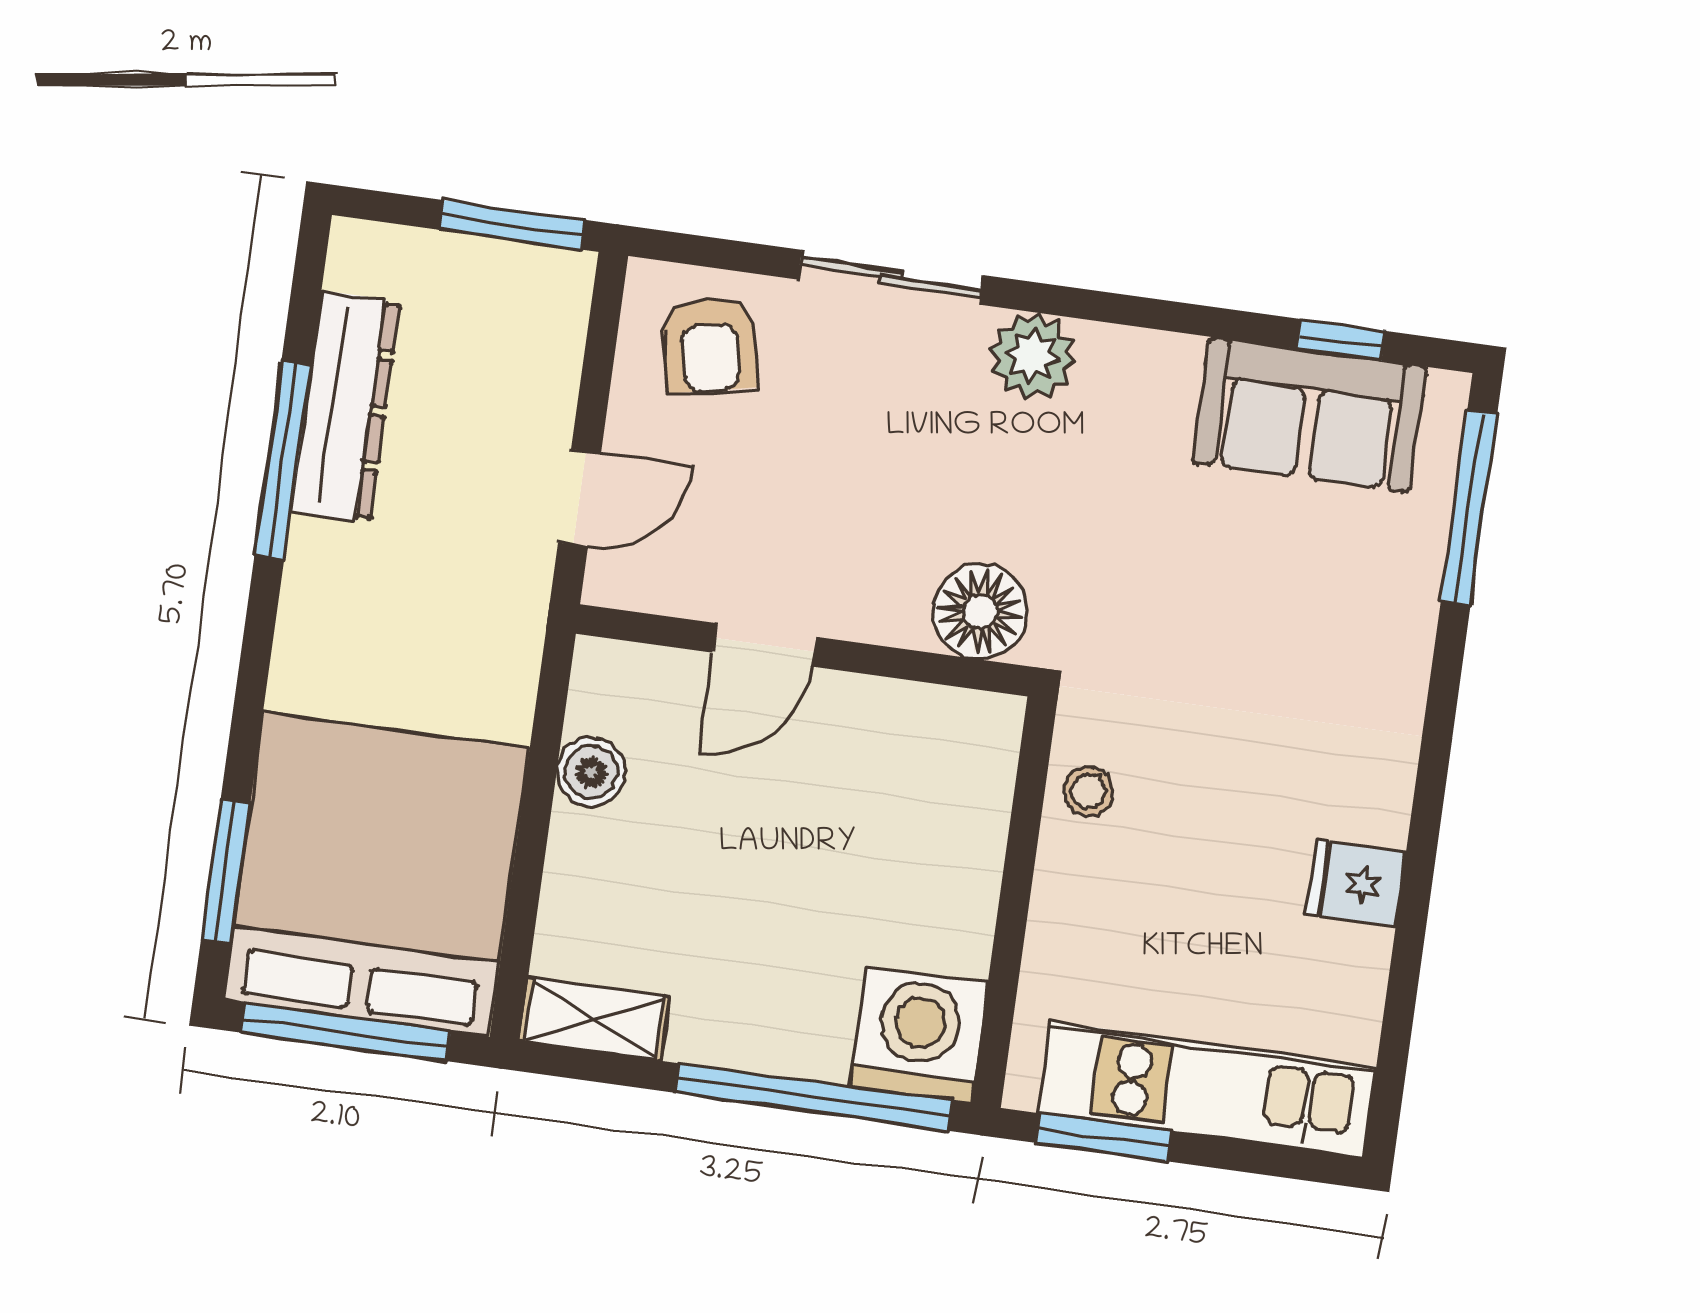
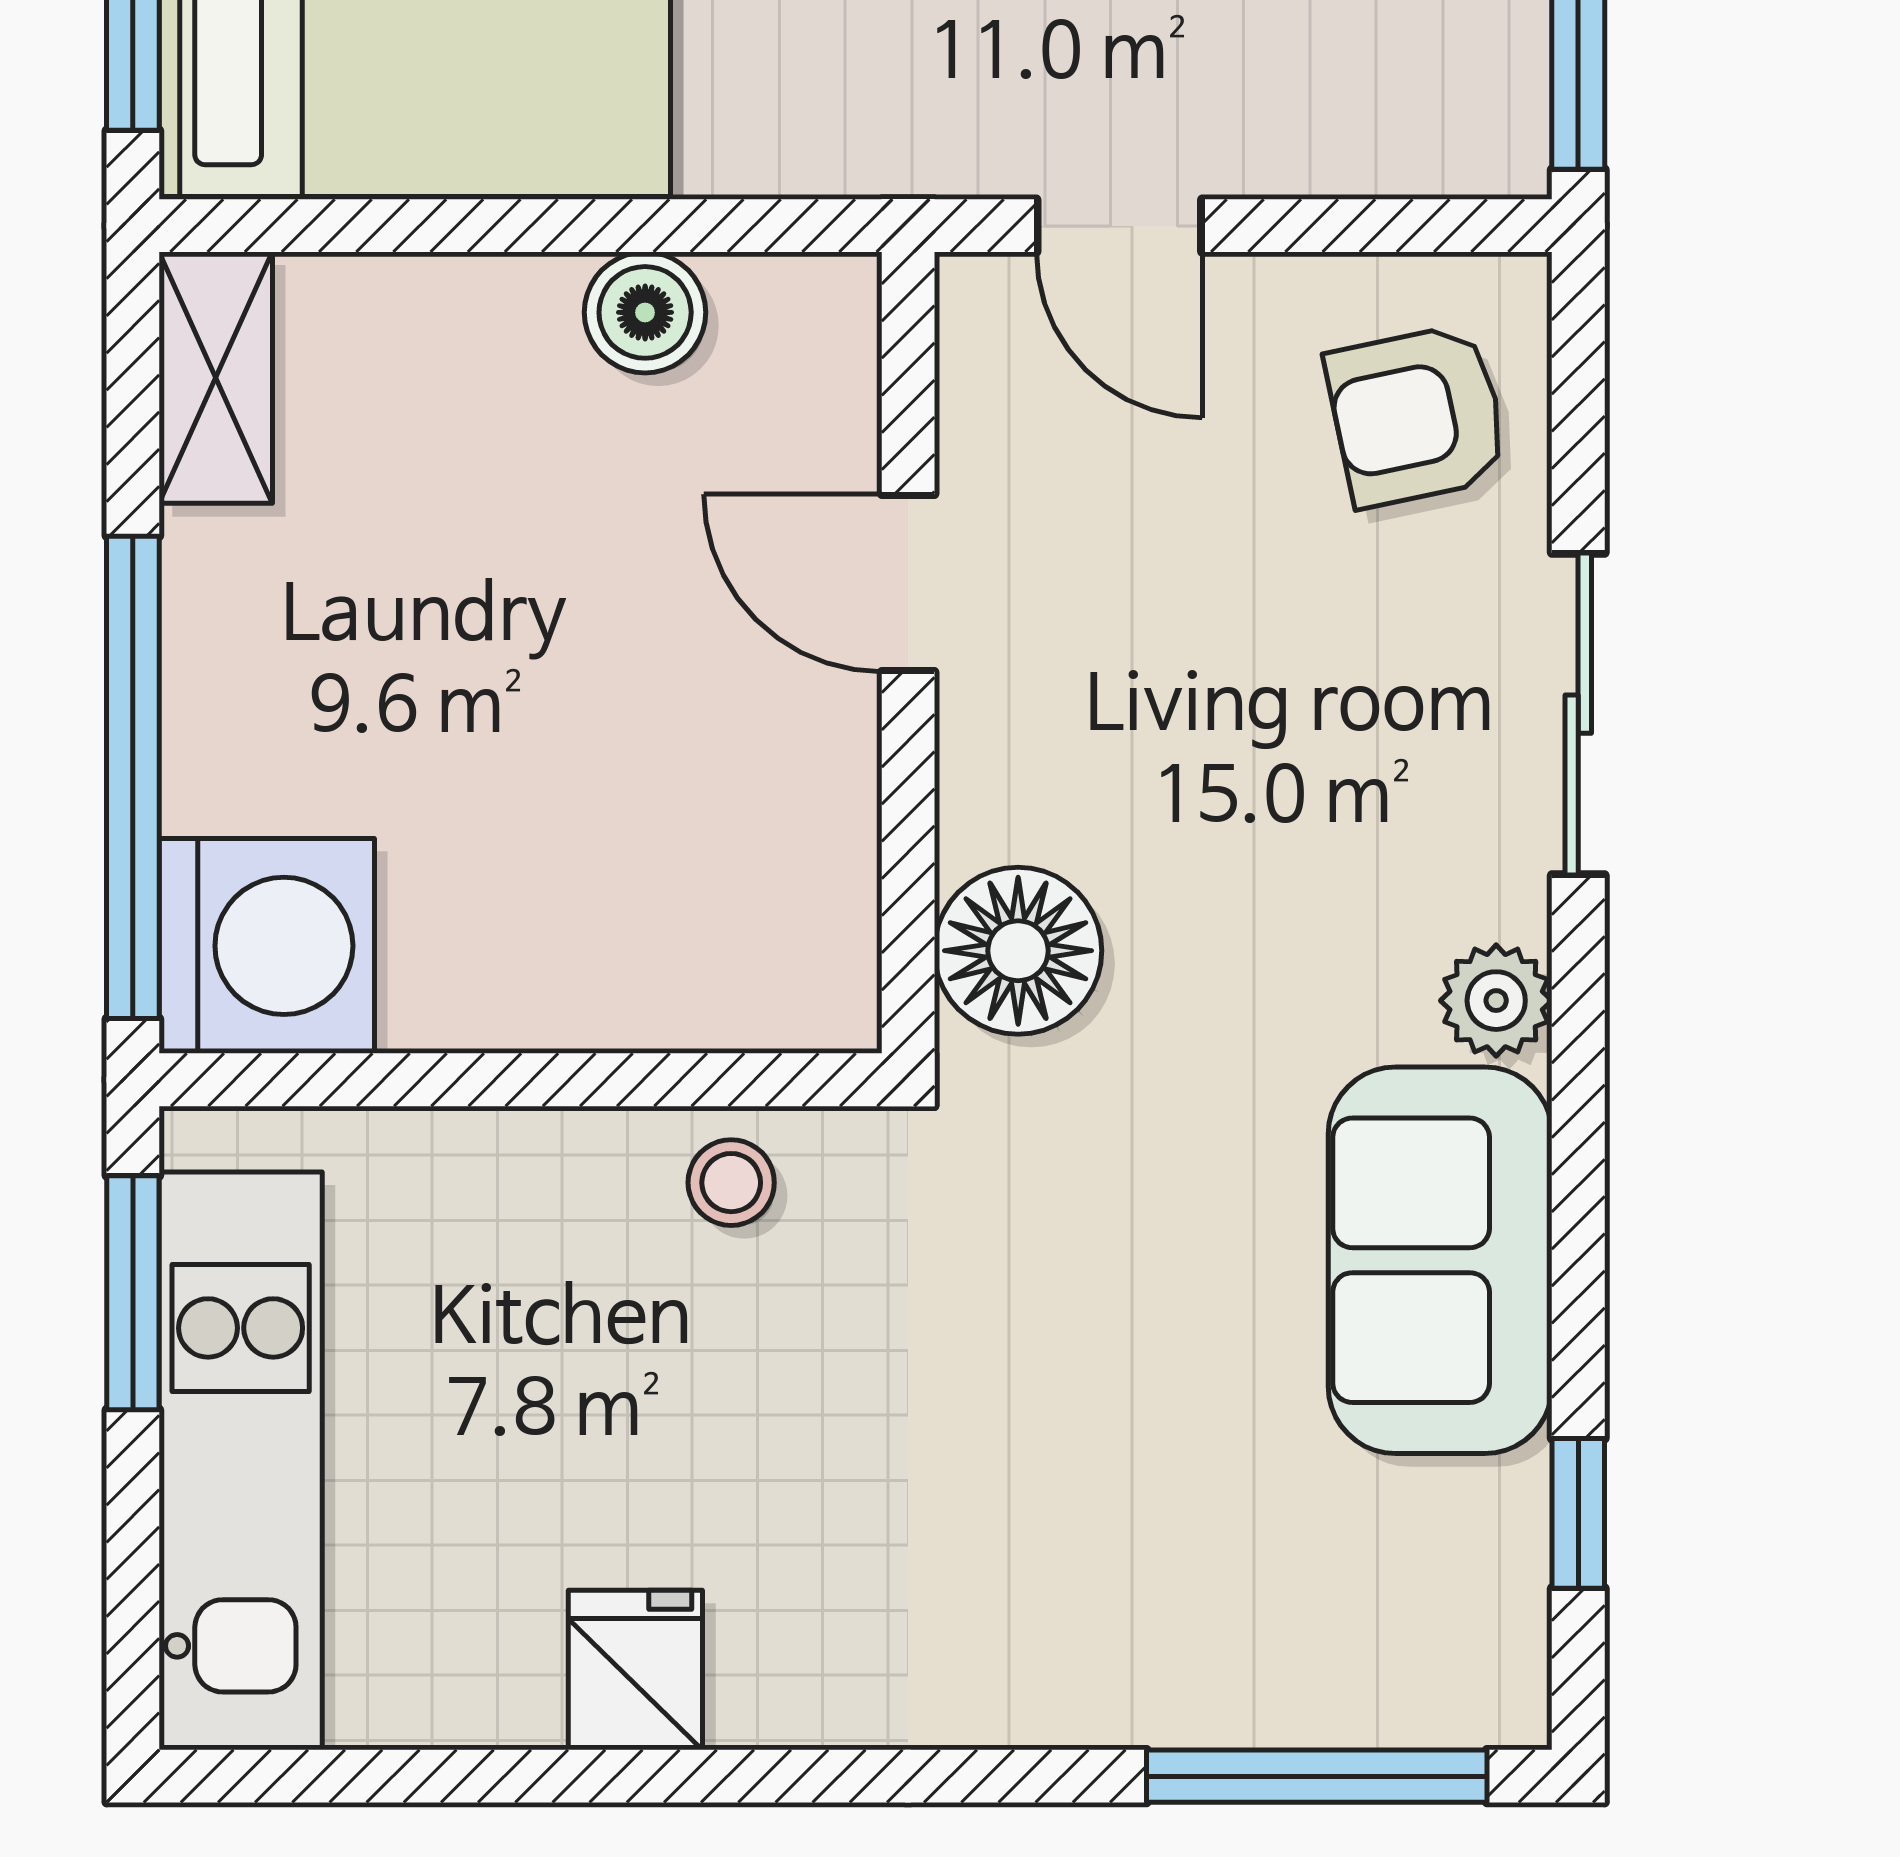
plant: (1032, 356) -> (1496, 1001), width x0.73, depth x0.73
sofa: (1309, 415) -> (1440, 1260), moved

